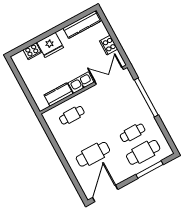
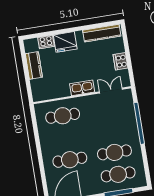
double door: (109, 76) -> (111, 90), width x0.73
kitchen counter: (59, 94) -> (34, 65), moved, turned 90
cafe table: (72, 115) -> (63, 116), width x1.37, depth x1.35
cafe table: (133, 133) -> (114, 152), width x1.37, depth x1.35

